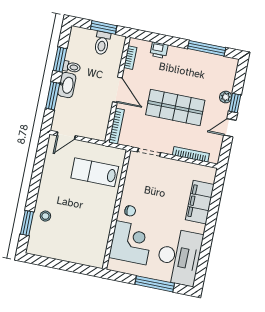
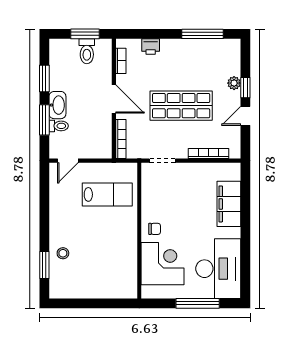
toilet: (72, 67) -> (59, 126), moved
lab bench: (95, 172) -> (107, 194), turned 180

